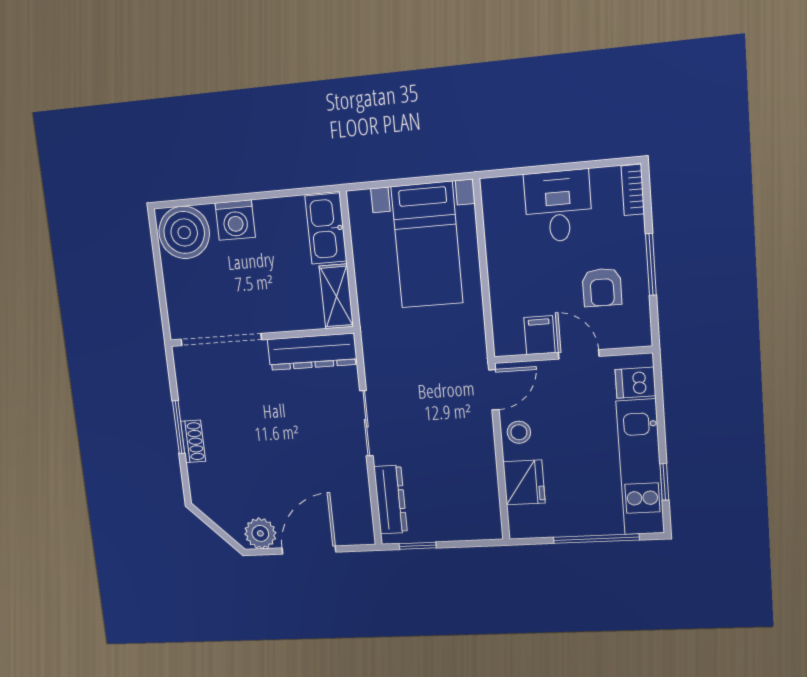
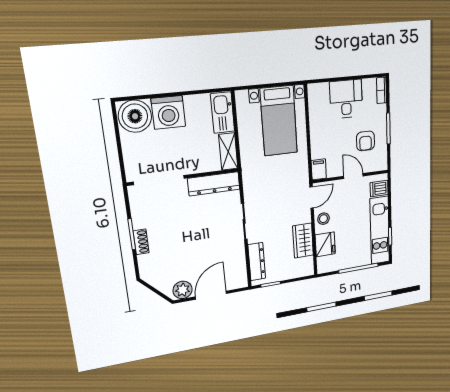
washing machine: (235, 220) -> (168, 112), width x1.37, depth x1.37
filing cabinet: (540, 335) -> (319, 169), moved
wardrobe: (479, 470) -> (303, 241), added

